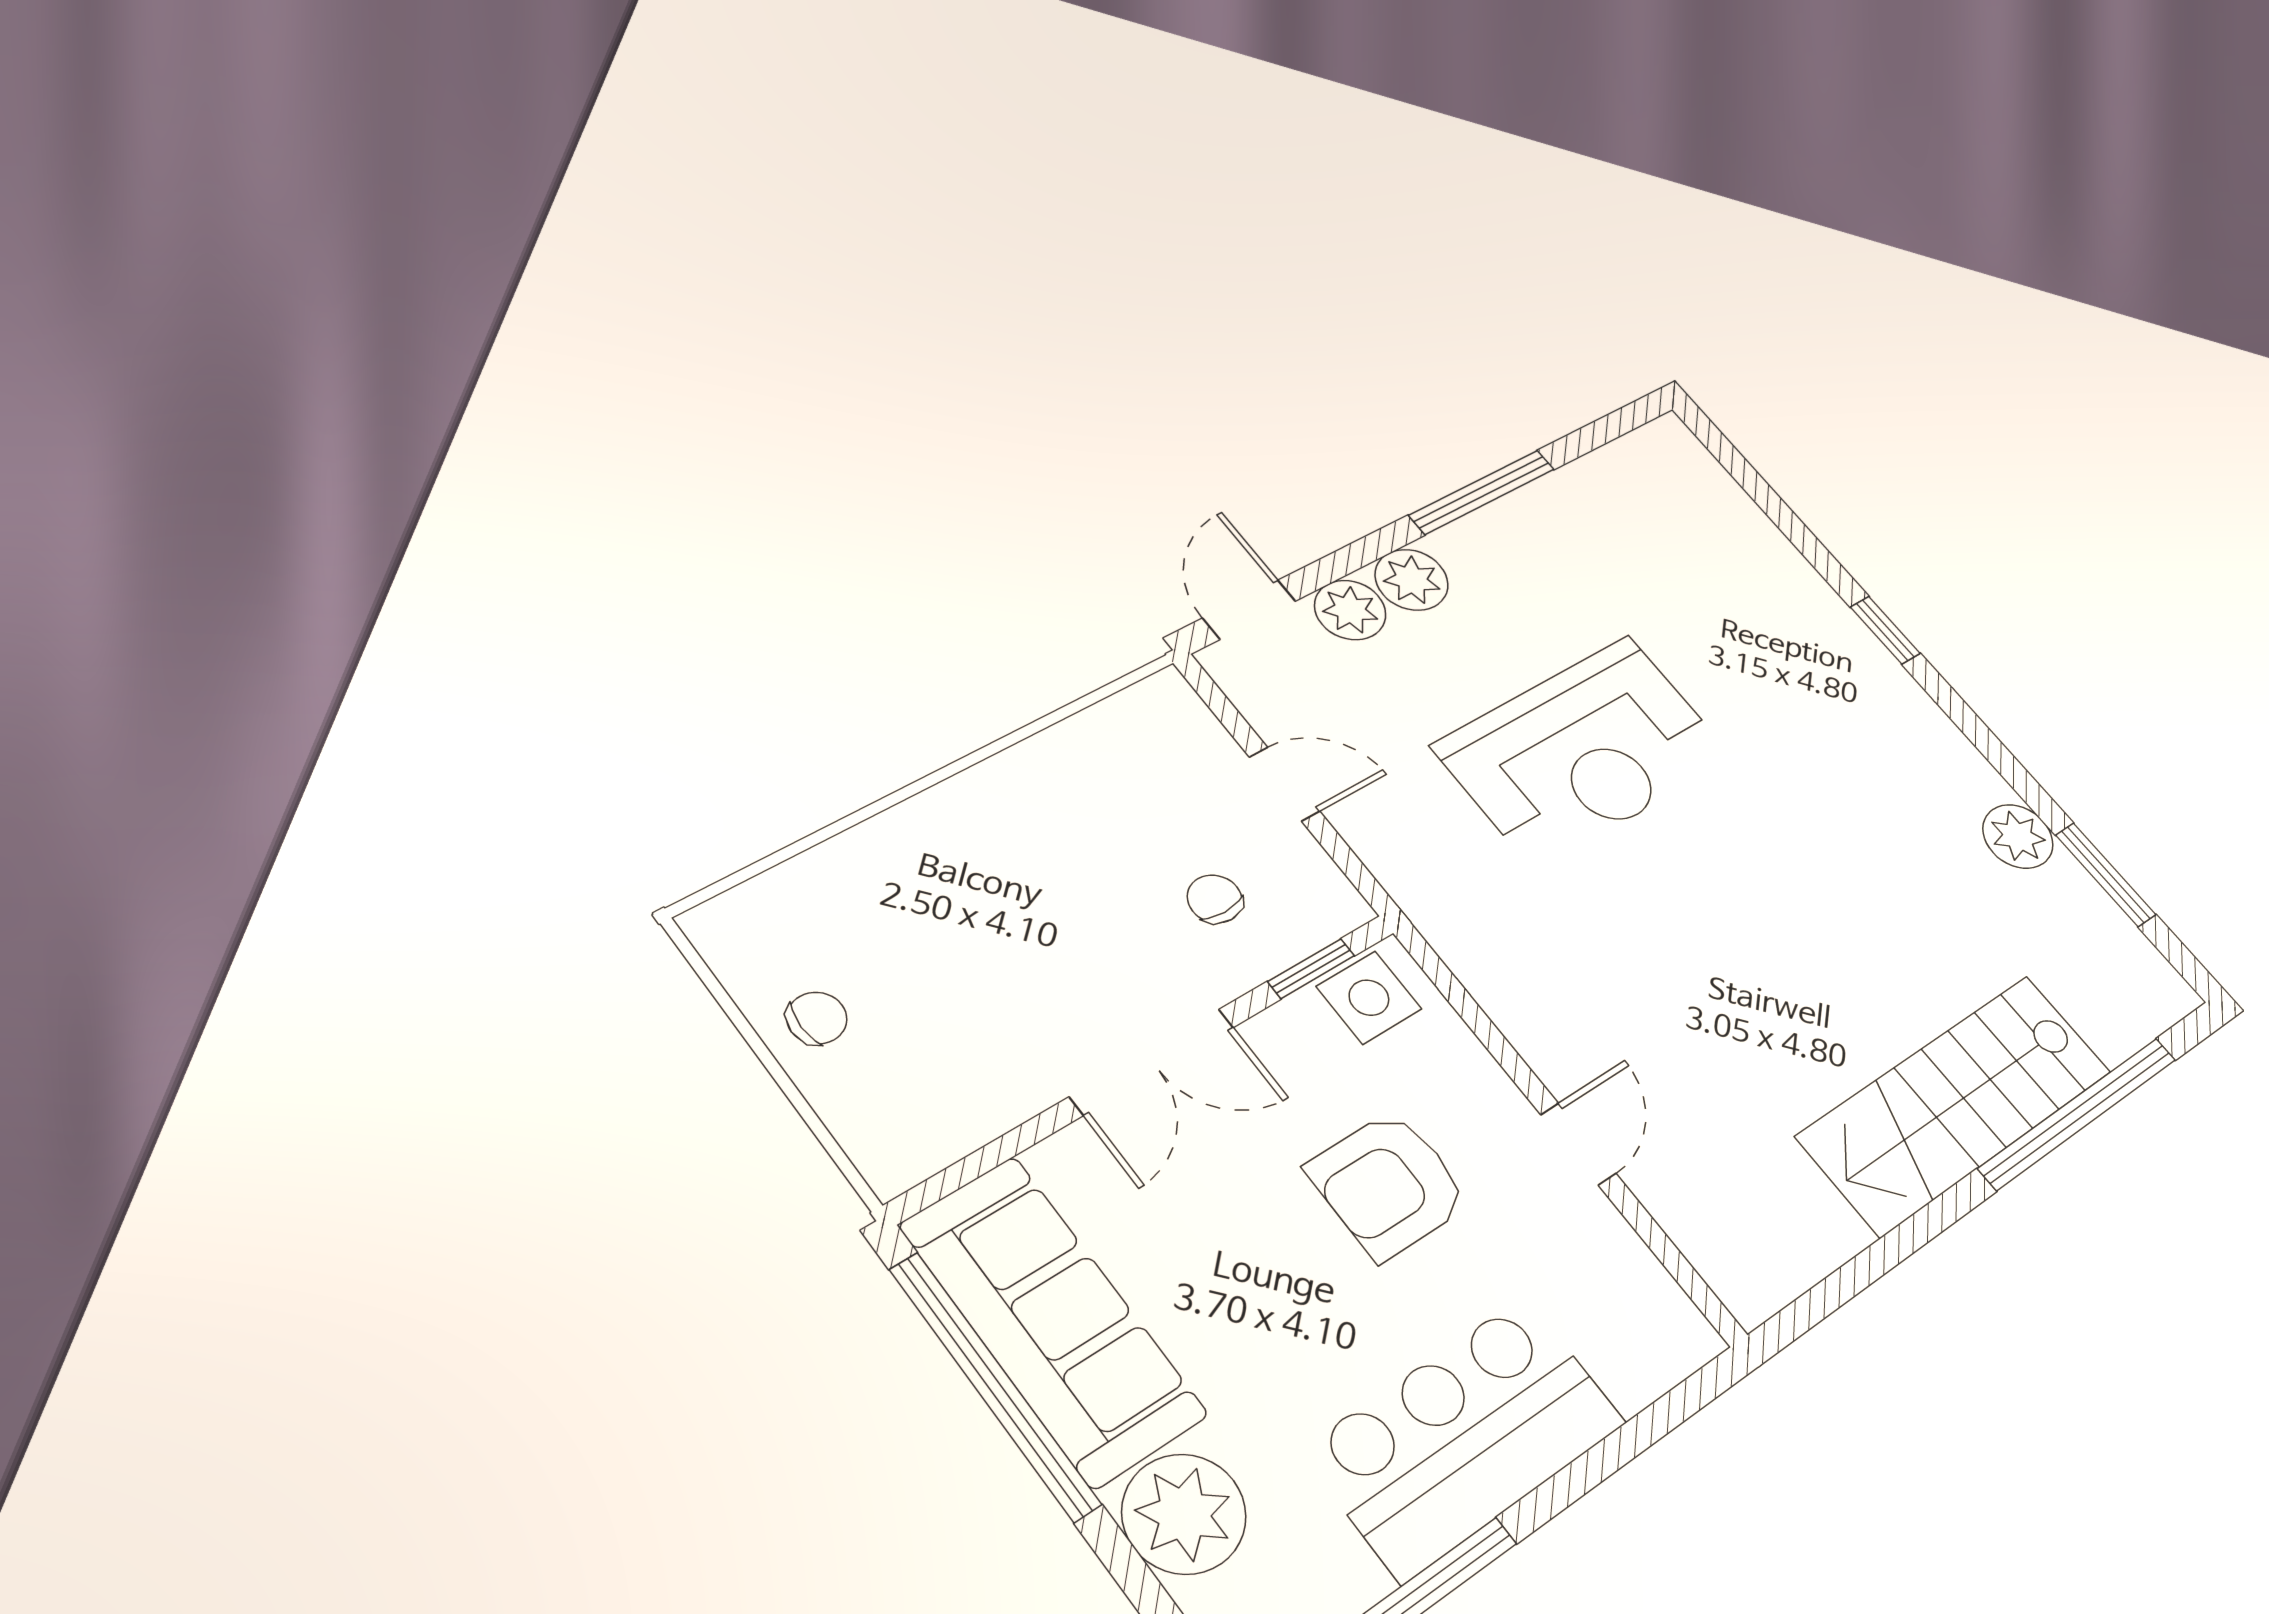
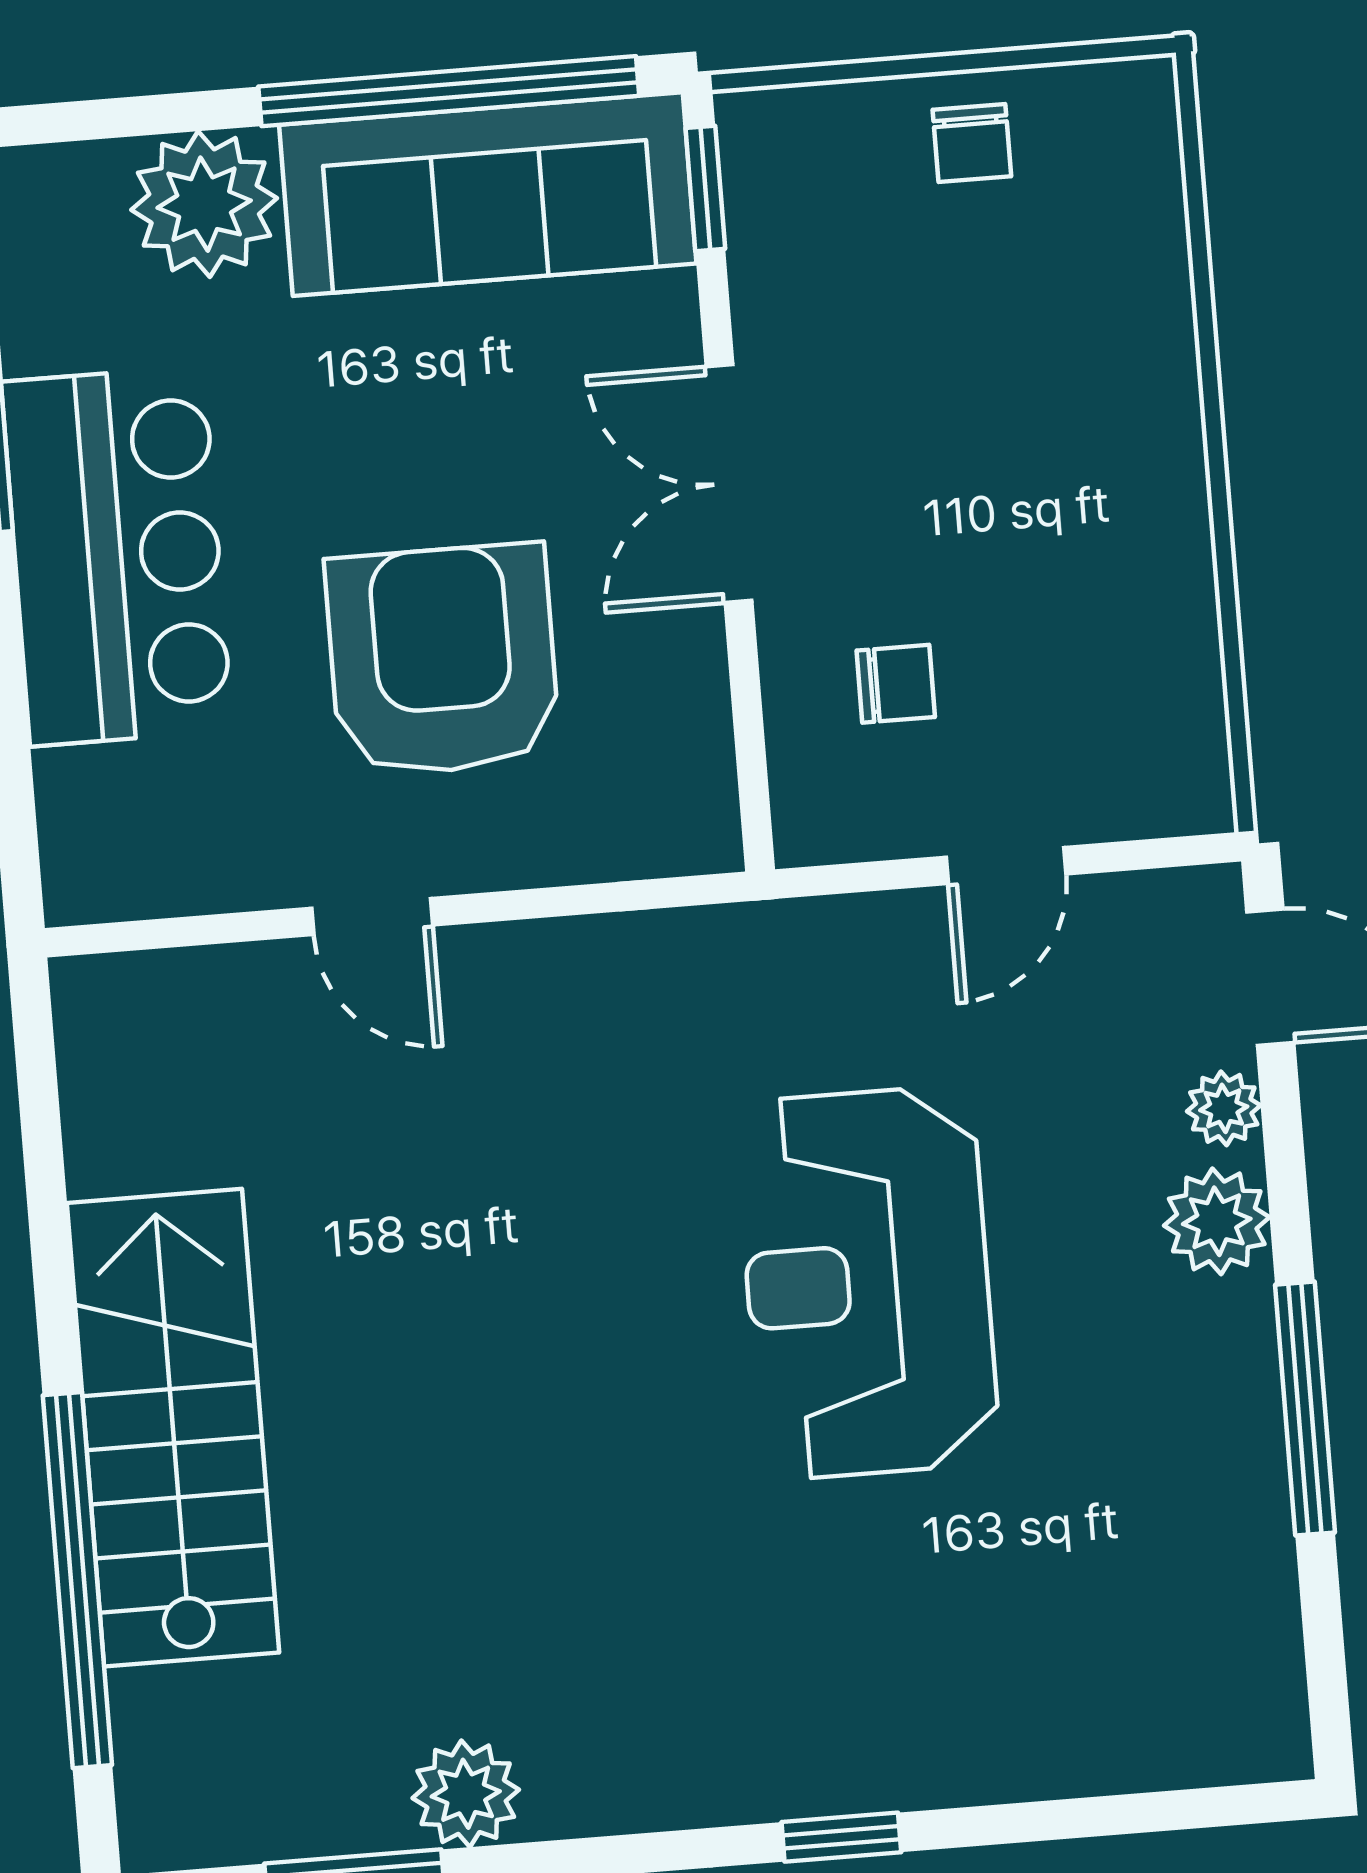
plant: (1350, 610) -> (1224, 1108), width x0.73, depth x0.73
window: (1311, 969) -> (705, 188), moved
side table: (1369, 998) -> (679, 787), removed
armchair: (1388, 1185) -> (443, 660), width x1.36, depth x1.36

